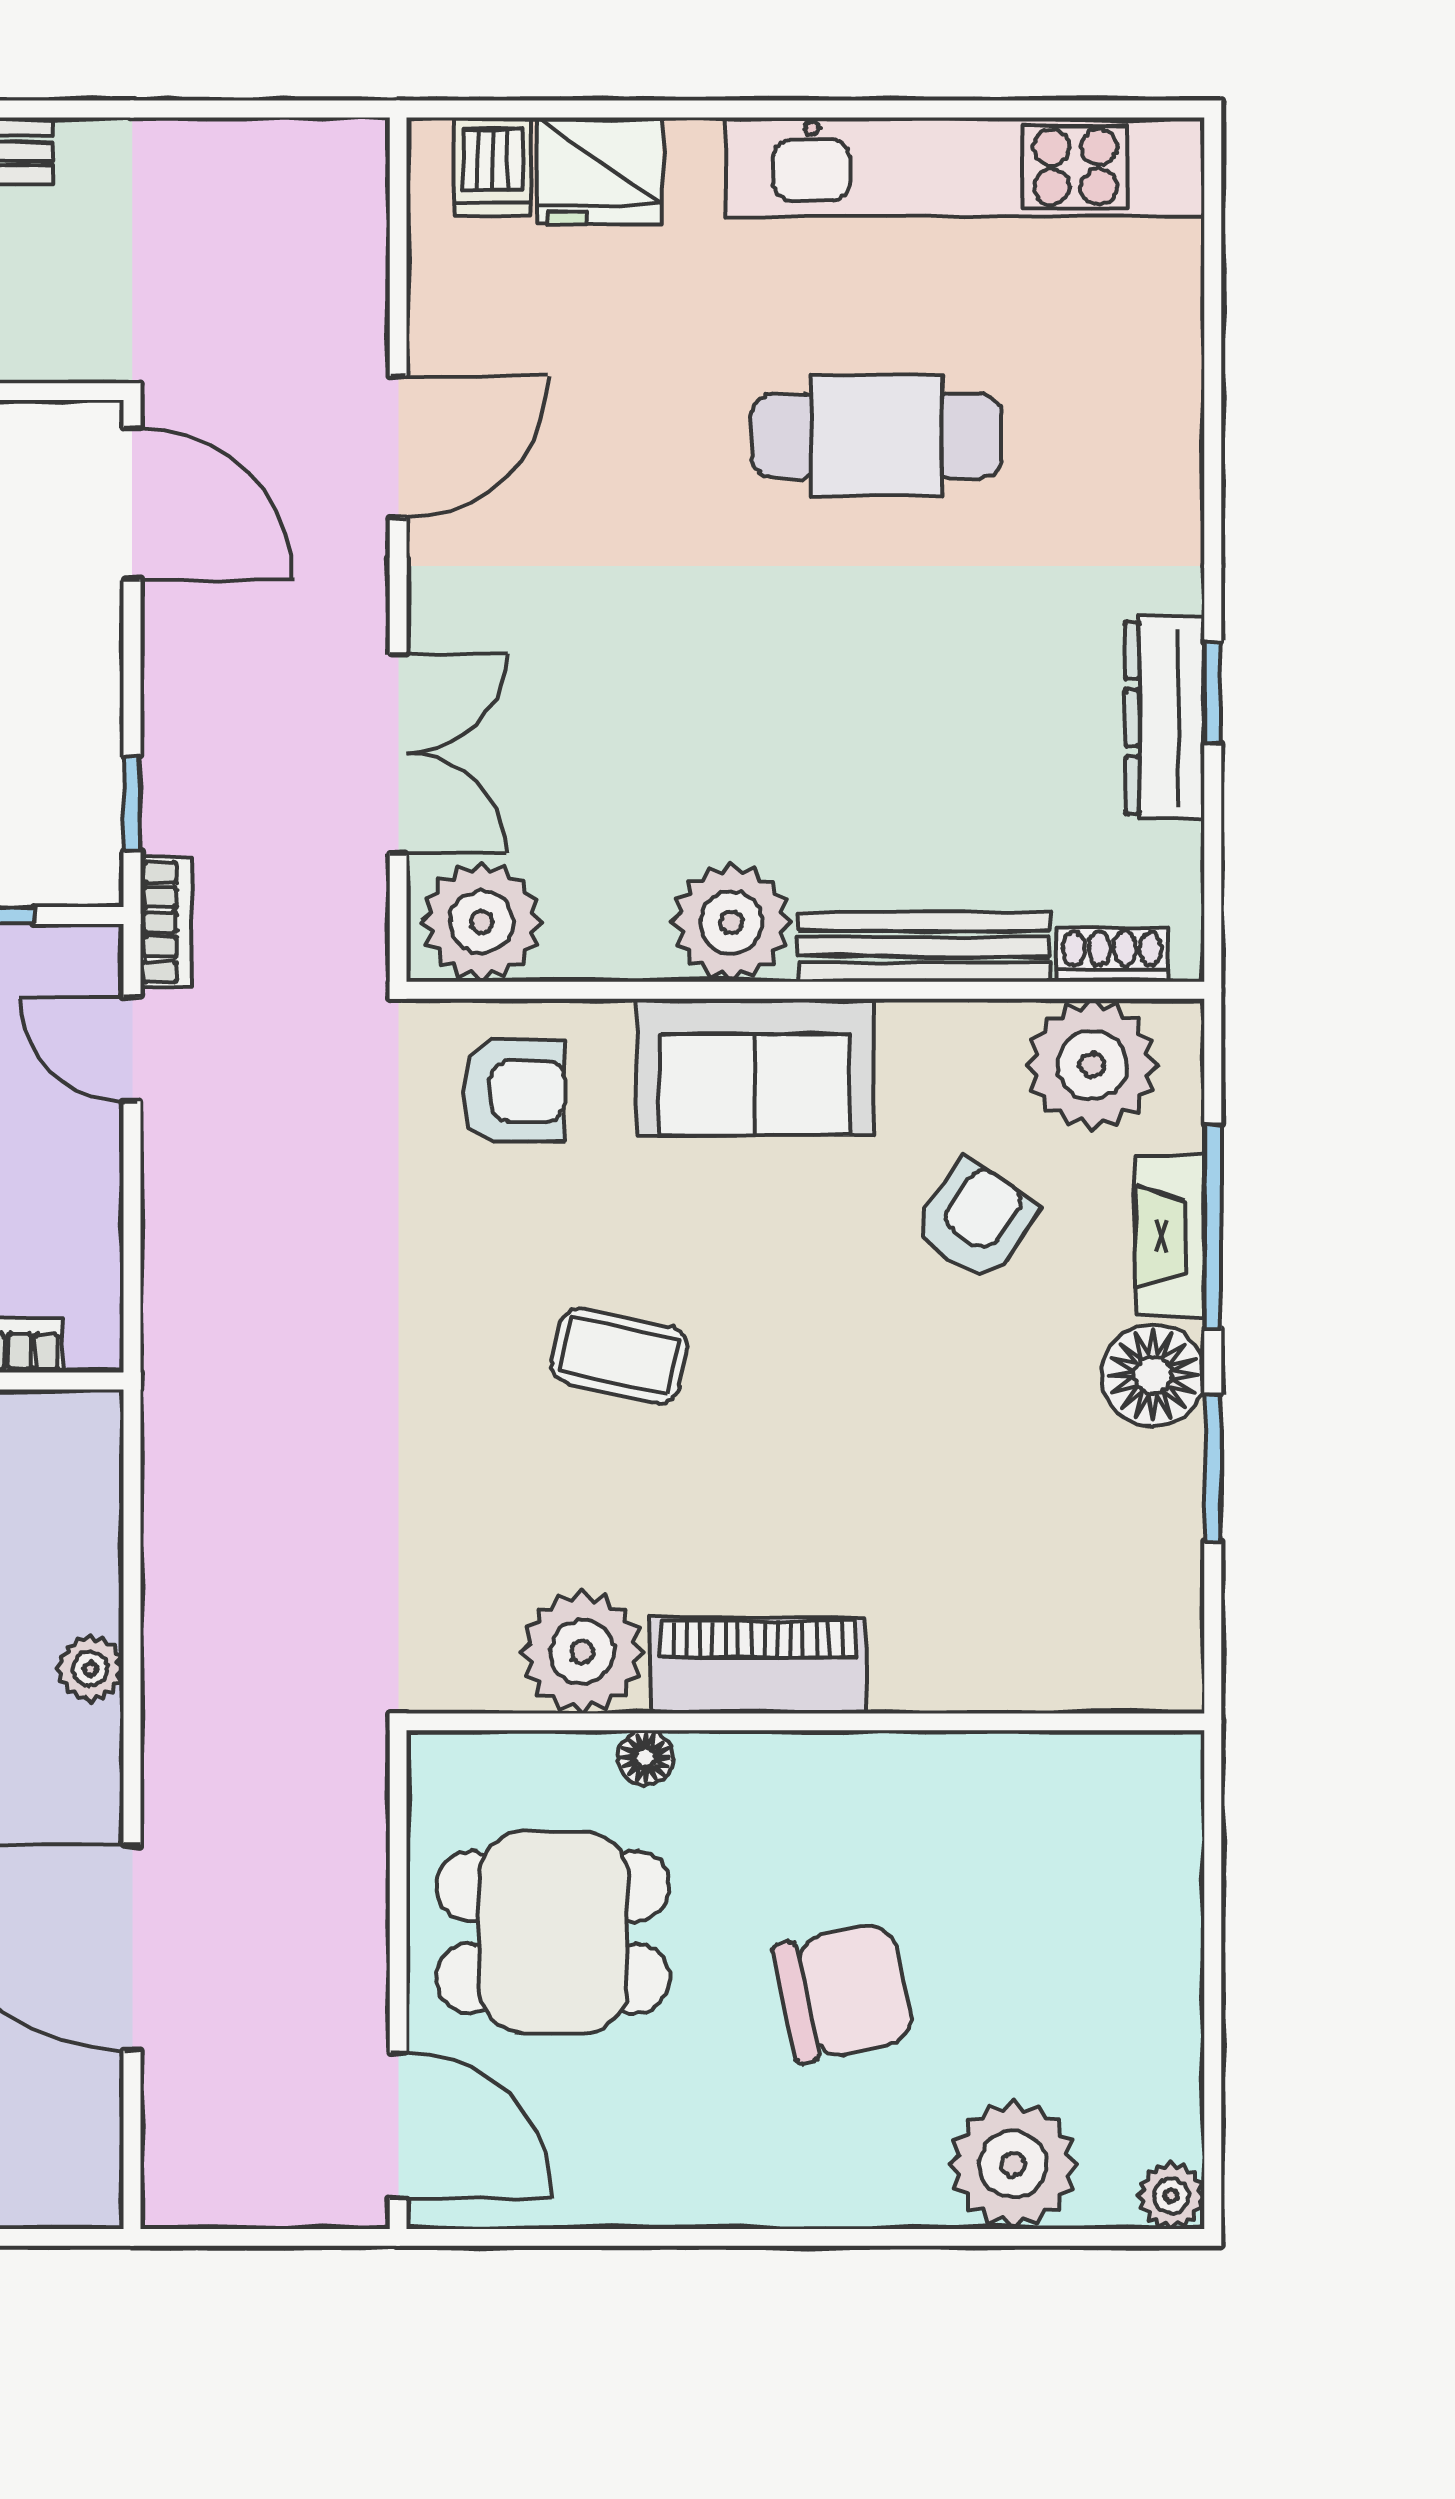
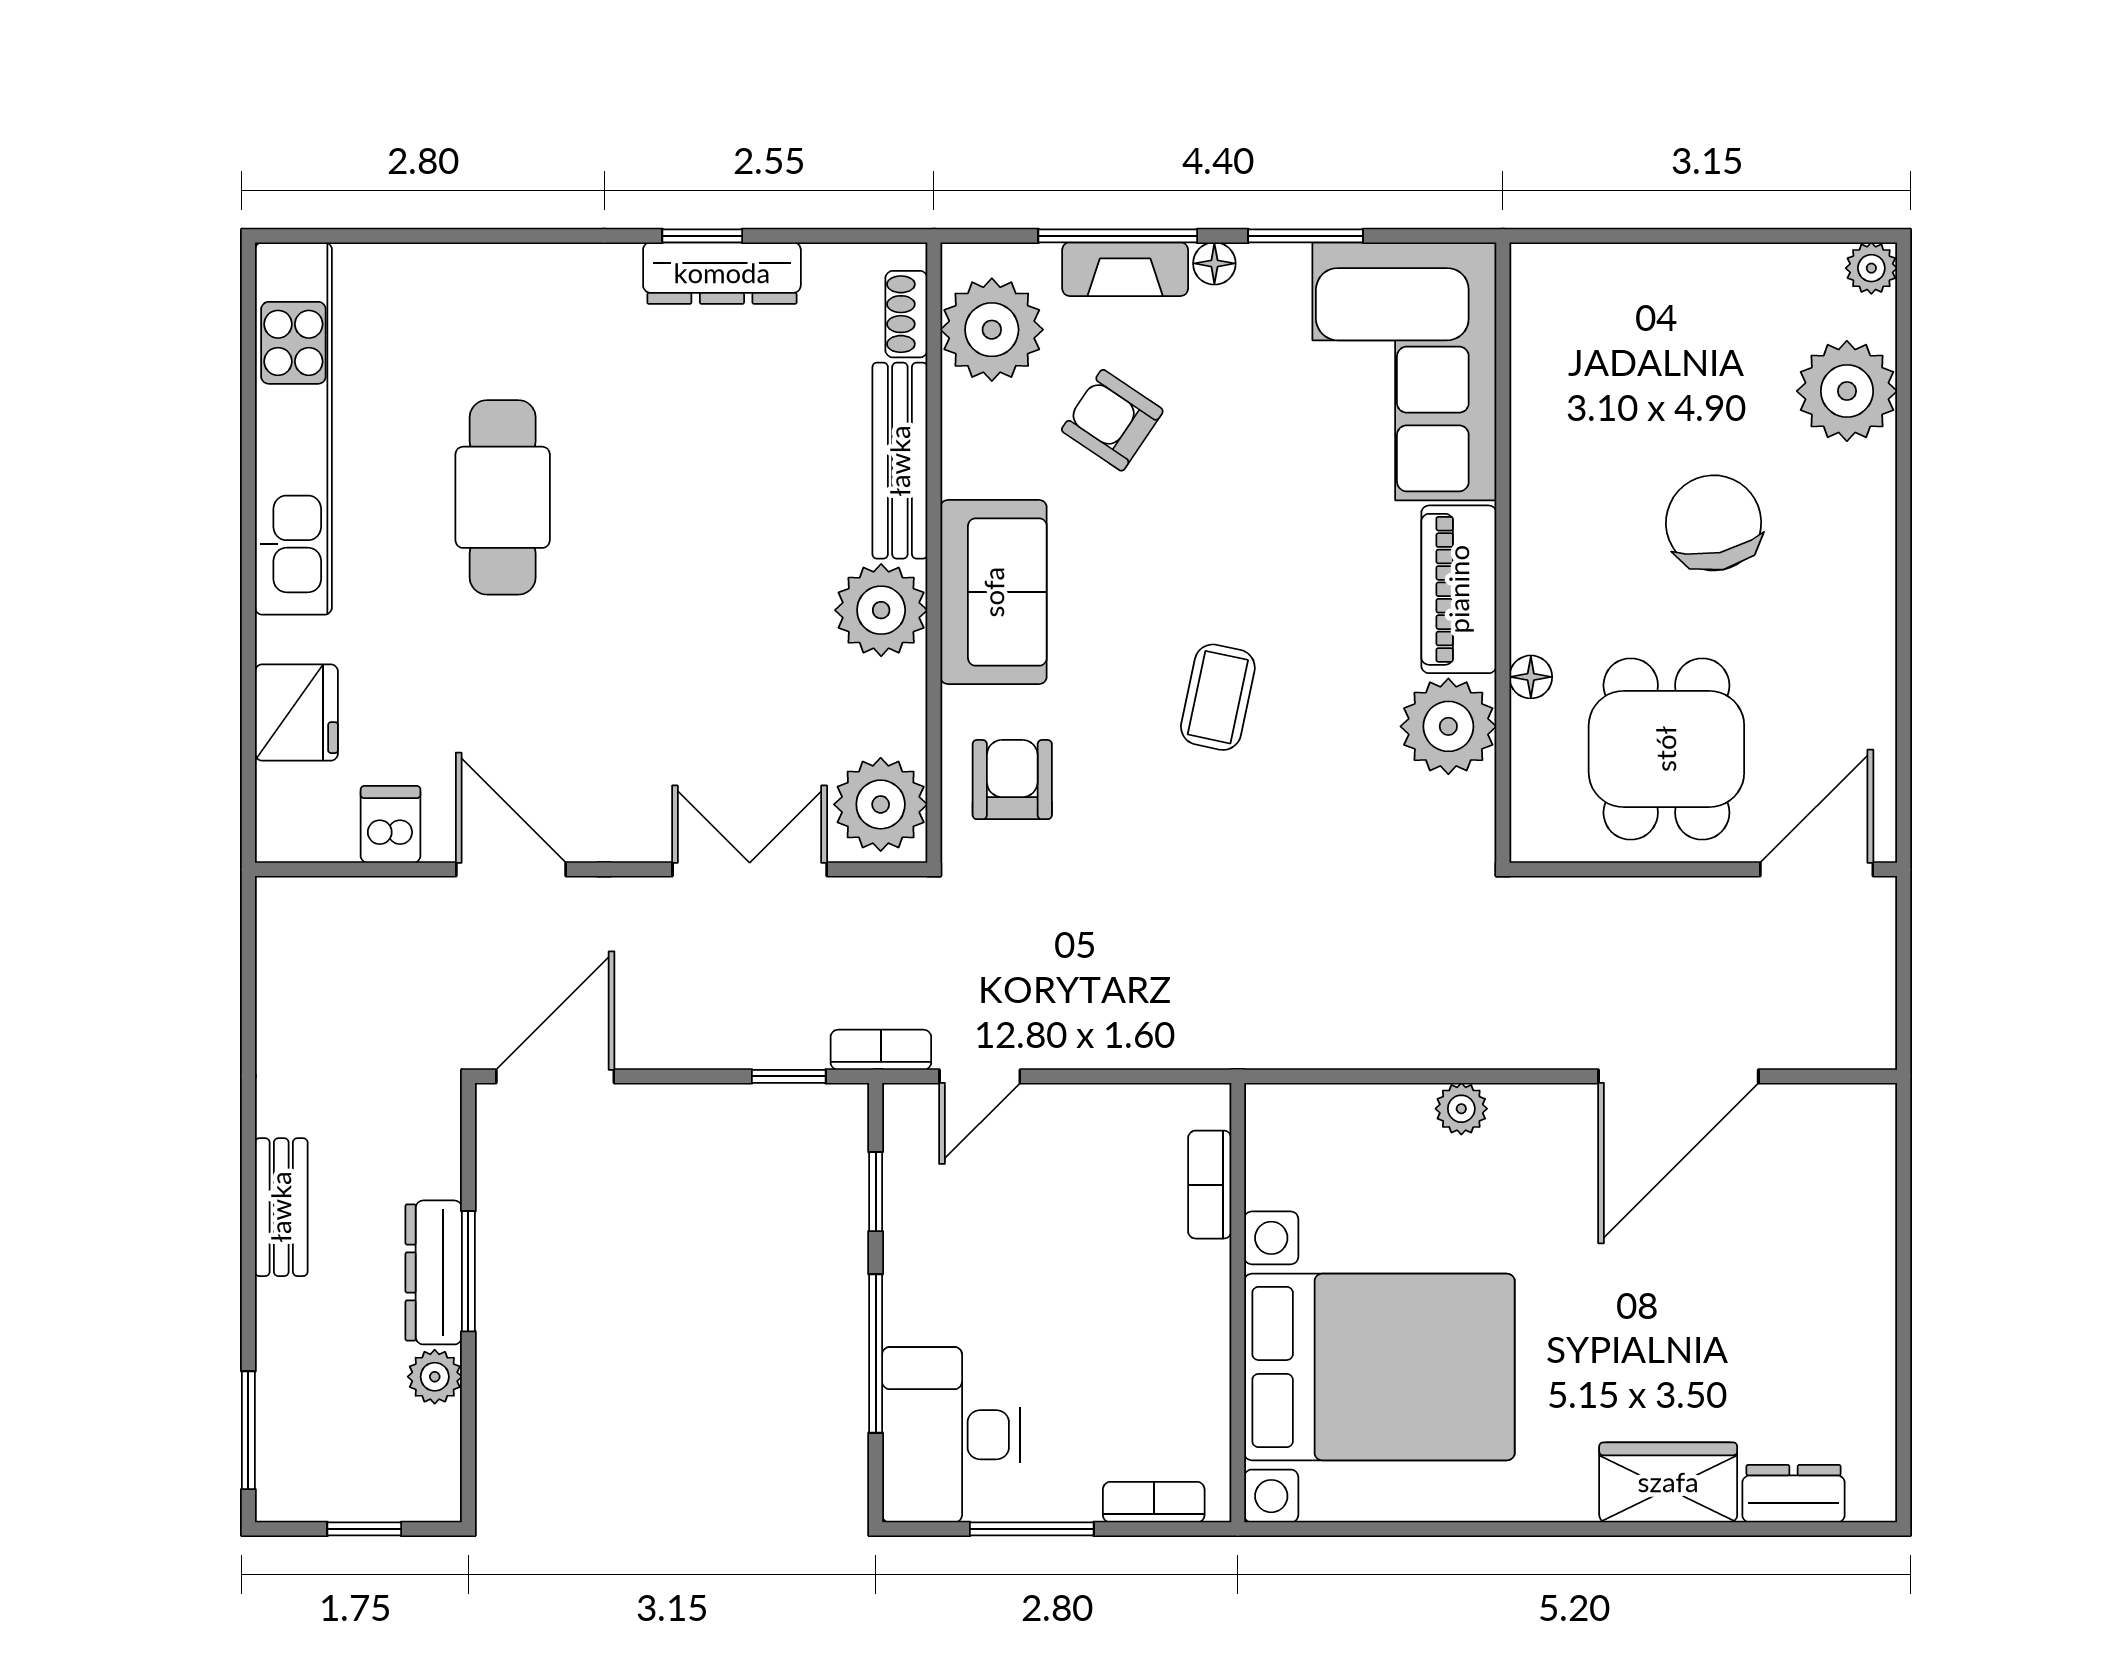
dishwasher: (493, 167) -> (391, 824), moved, turned -90
floor lamp: (1153, 1375) -> (1214, 263), width x0.53, depth x0.53
corner sofa: (1039, 1595) -> (1404, 371), added

